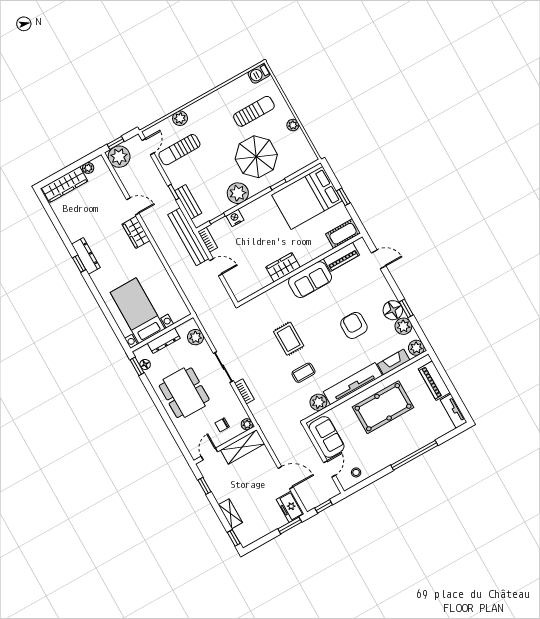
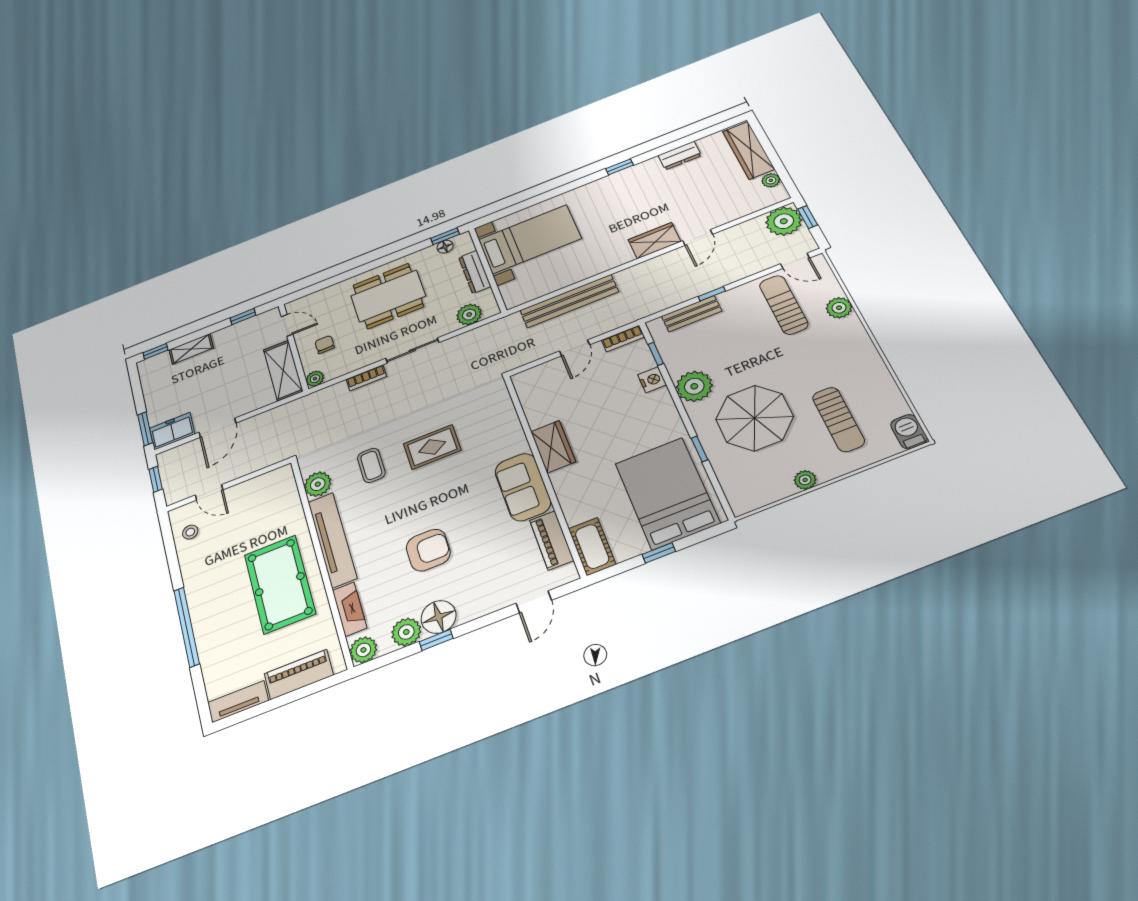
bench: (188, 237) -> (569, 301), moved
dresser: (86, 256) -> (680, 156), moved, width x0.70
sofa: (327, 437) -> (260, 492), removed

